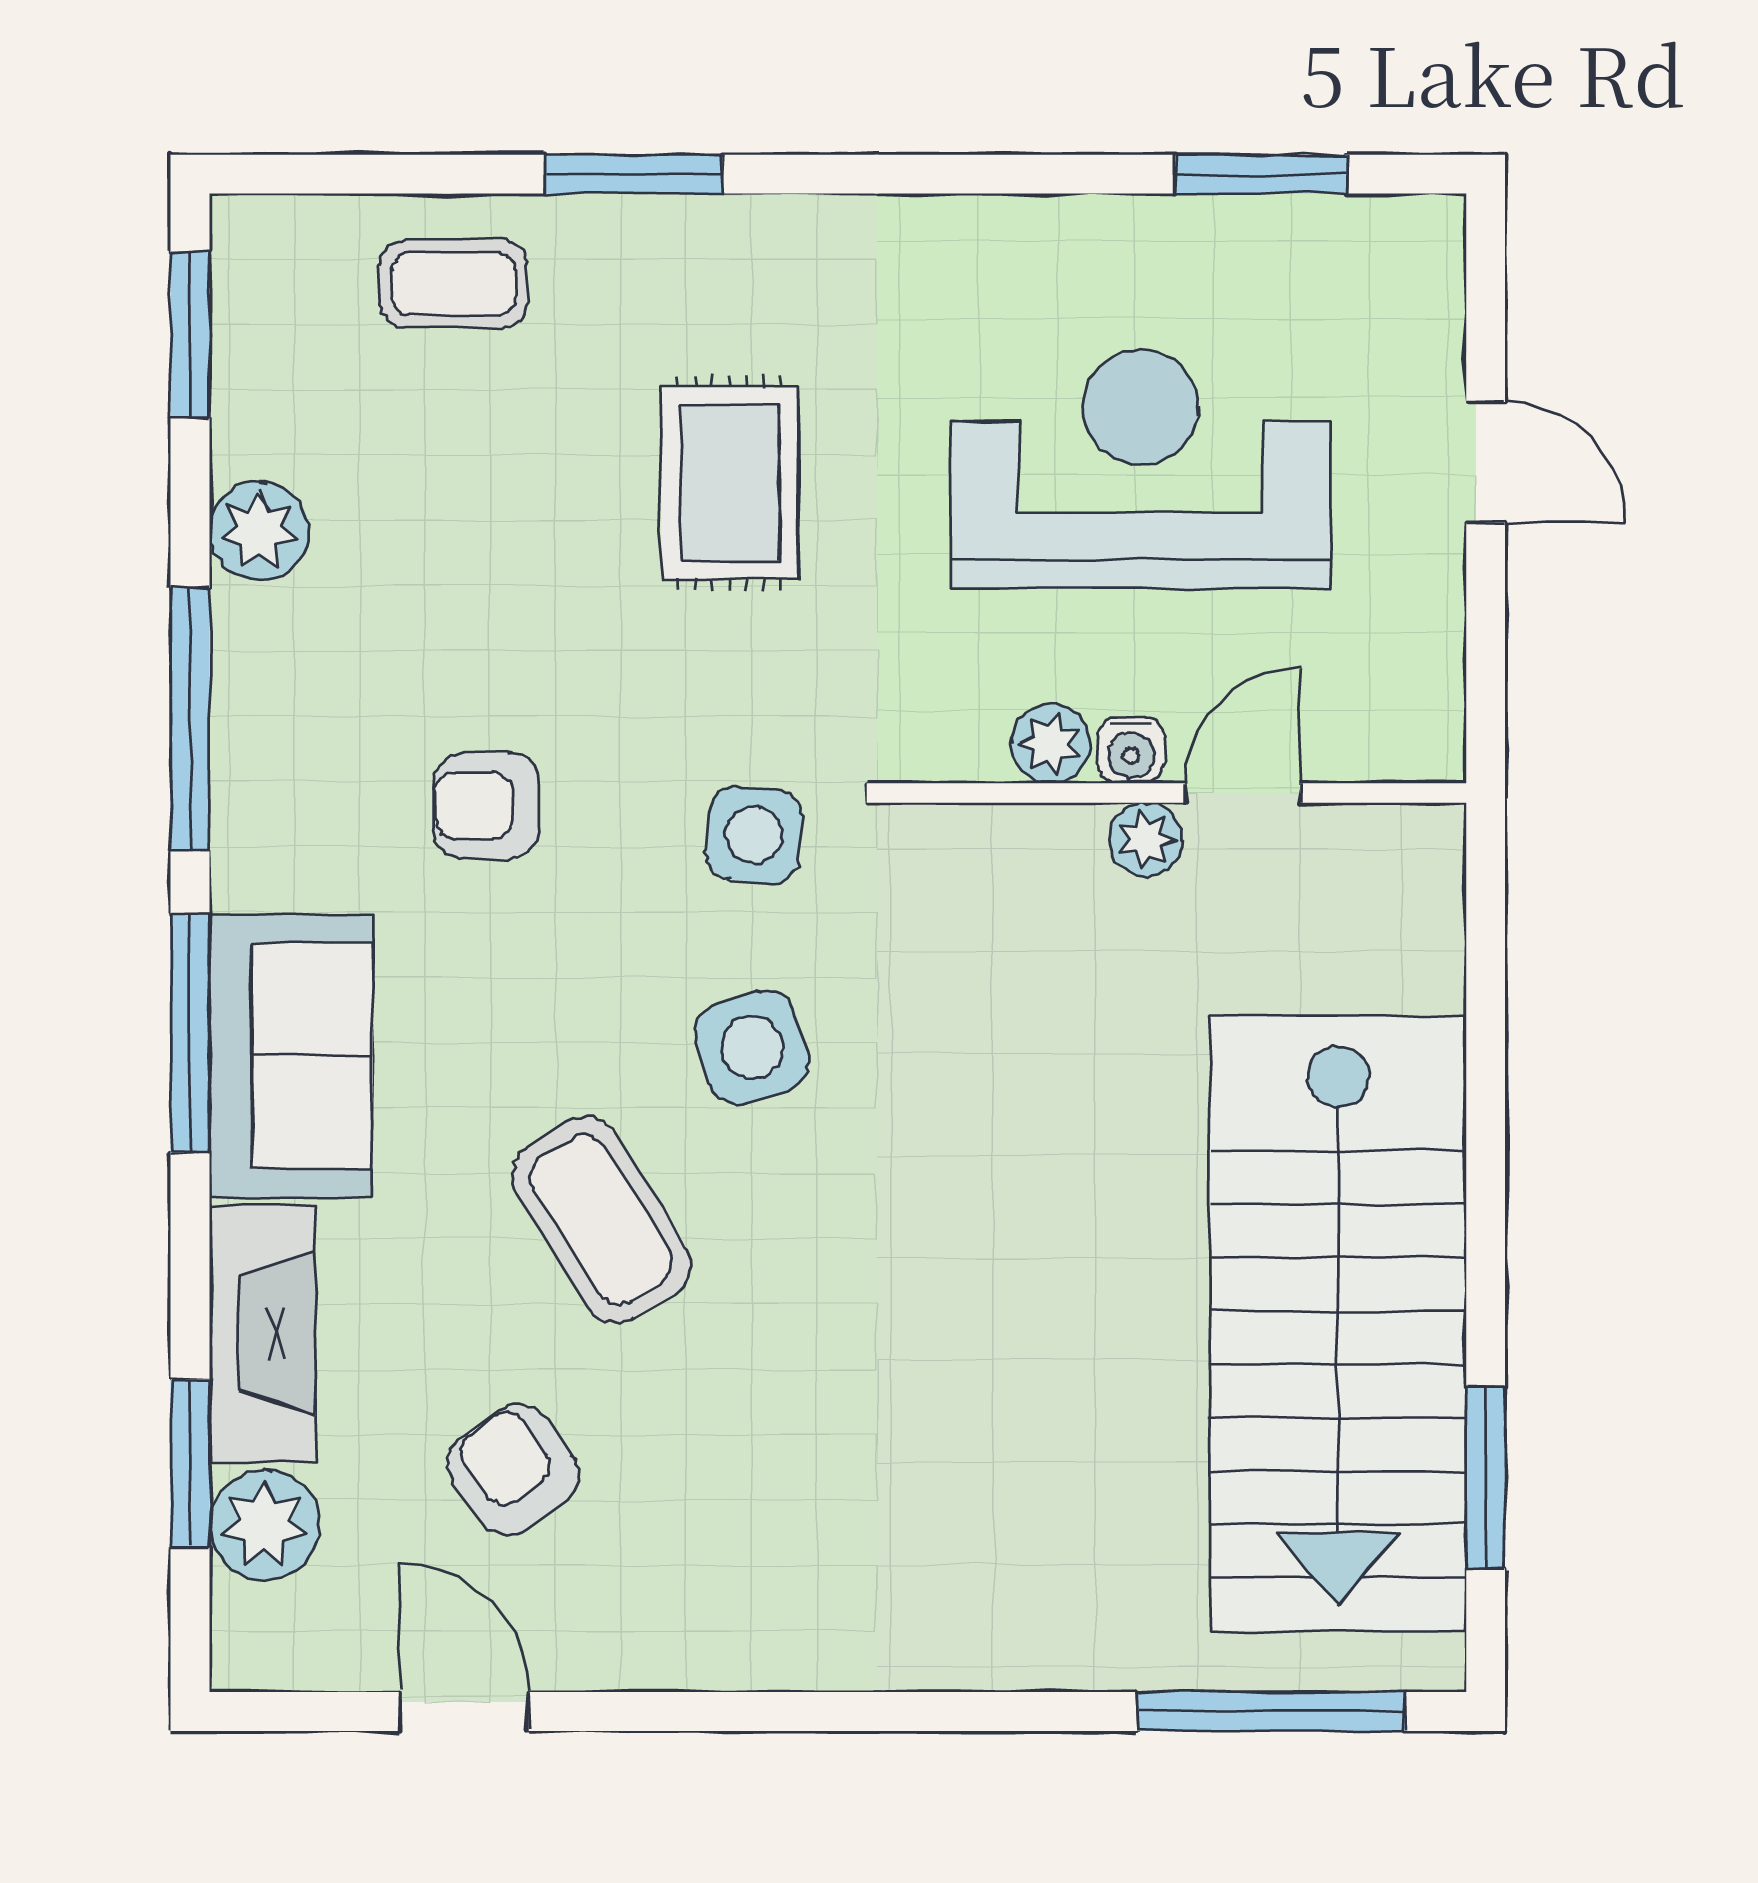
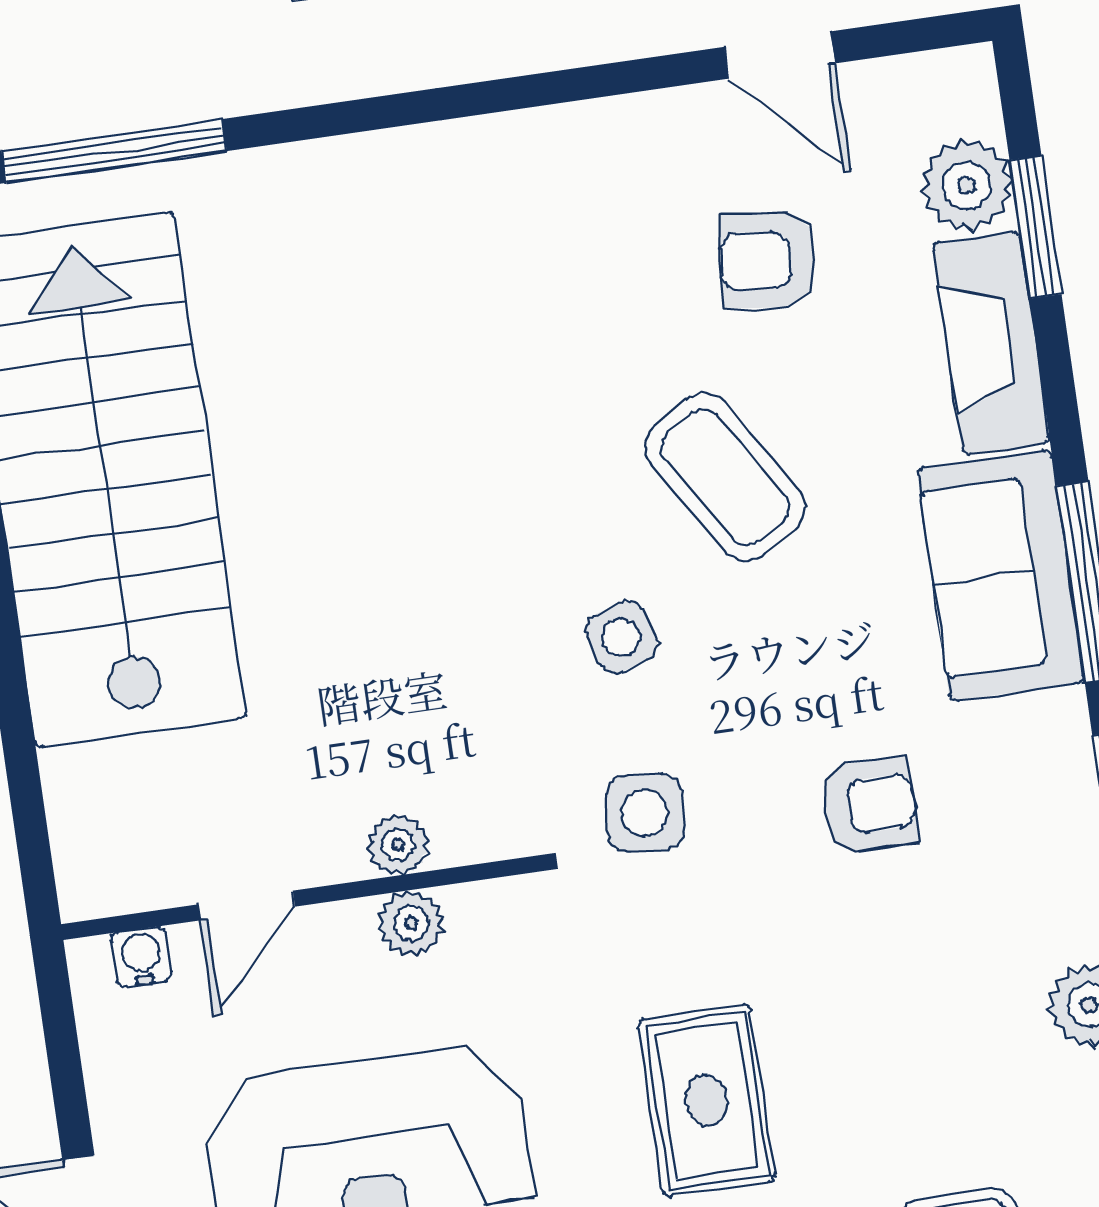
water cooler: (1131, 750) -> (141, 957), moved
plant: (1146, 839) -> (398, 845), moved
side table: (752, 1047) -> (621, 637), width x0.73, depth x0.73
armchair: (513, 1469) -> (768, 261), turned 132

